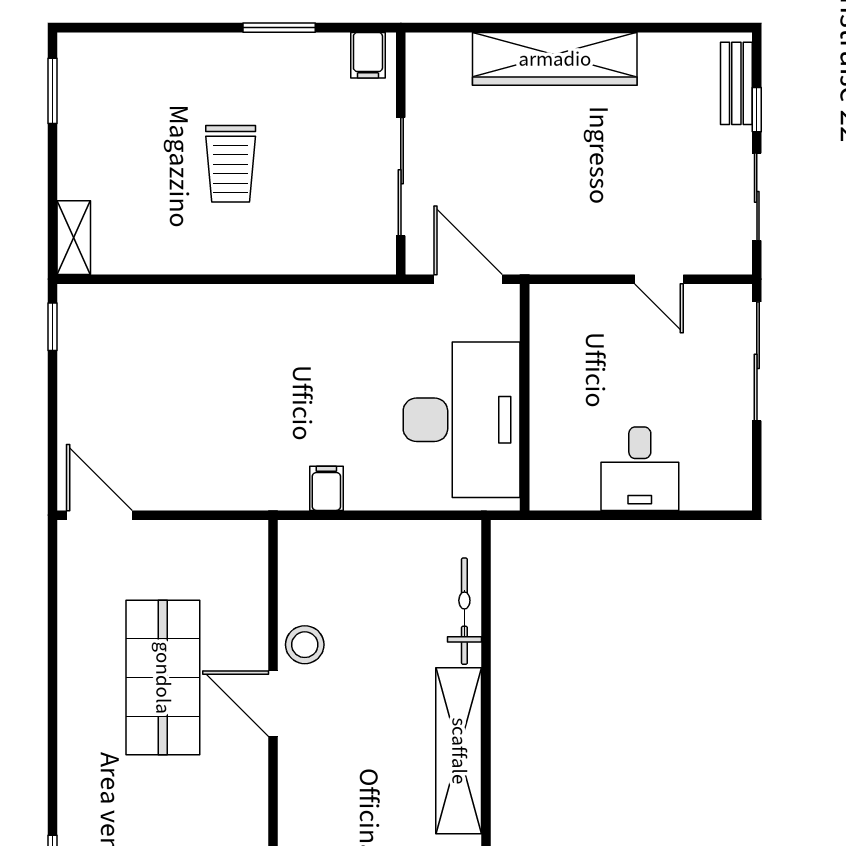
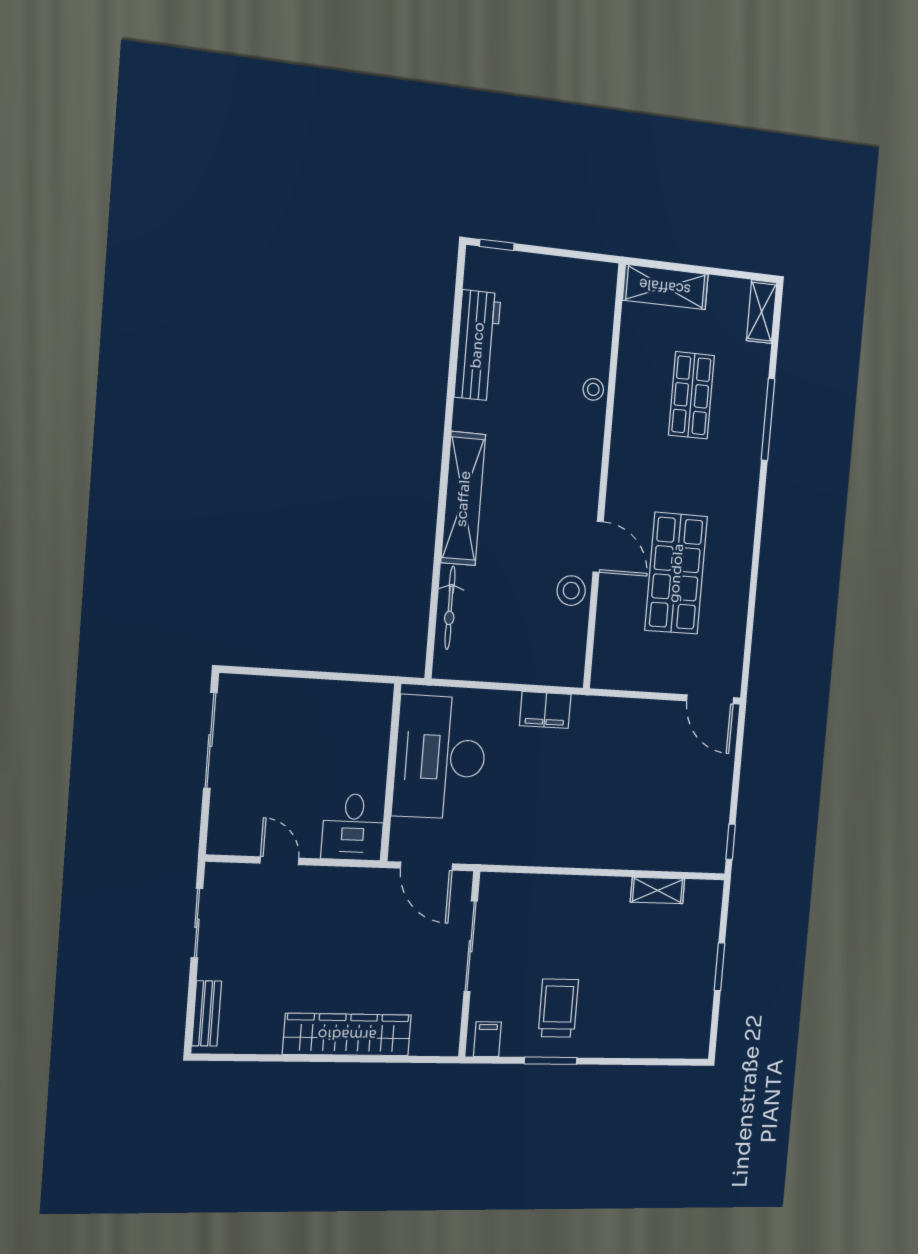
window: (53, 91) -> (720, 967), moved
window: (757, 110) -> (192, 992), removed
trolley: (231, 164) -> (558, 1008), moved
shelving: (74, 238) -> (658, 890), moved, turned 90
sliding door: (757, 361) -> (210, 741), moved
desk: (640, 469) -> (353, 827), moved, turned 180
filing cabinet: (326, 488) -> (545, 710), width x2.00

